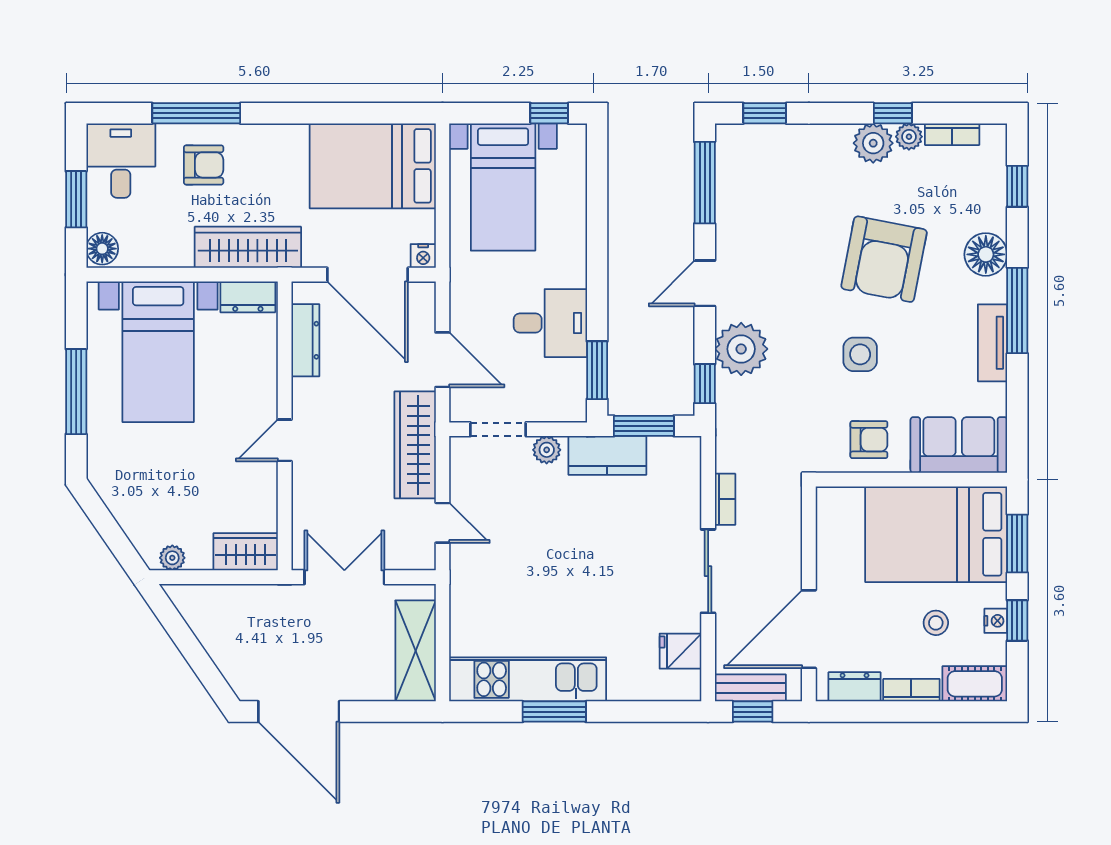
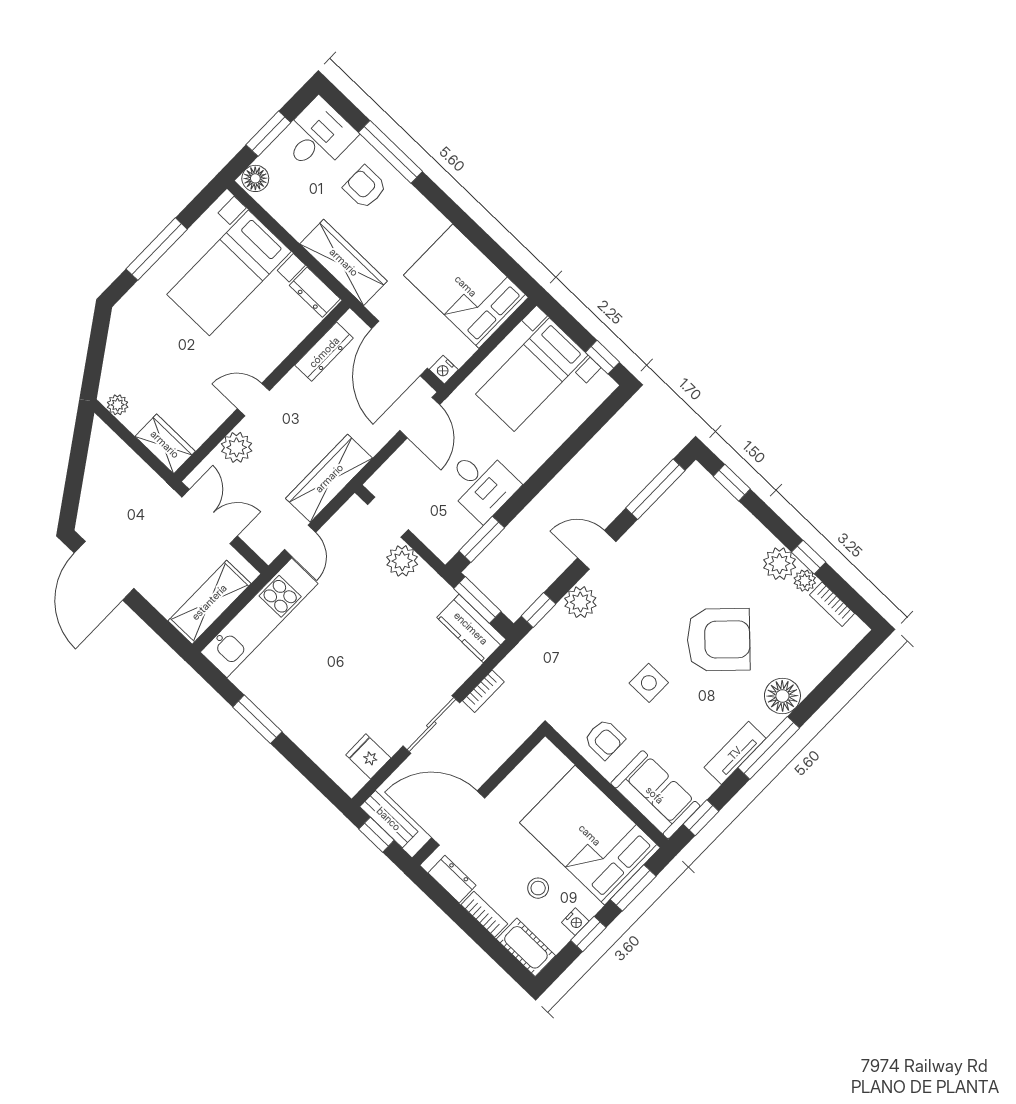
armchair: (204, 165) -> (365, 187), turned 180
window: (1017, 186) -> (701, 818), moved
armchair: (884, 259) -> (719, 640), turned -146
plant: (741, 349) -> (580, 602), width x0.73, depth x0.73
door: (443, 360) -> (420, 418), moved
plant: (547, 450) -> (402, 561), width x1.38, depth x1.38
kitchen counter: (607, 455) -> (471, 628), moved
plant: (310, 495) -> (237, 447), added
kitchen unit: (528, 679) -> (259, 618), moved, turned 90

